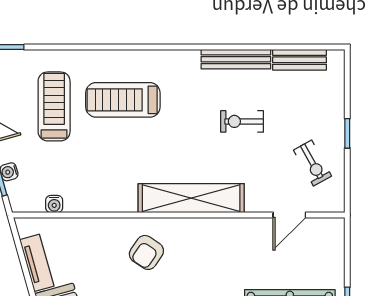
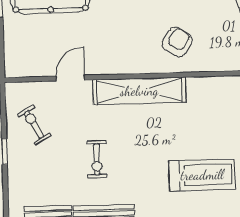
exercise bike: (242, 121) -> (97, 159), turned 90
door: (289, 215) -> (70, 78), moved

